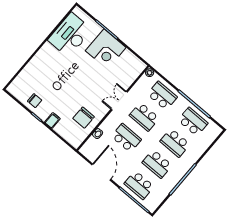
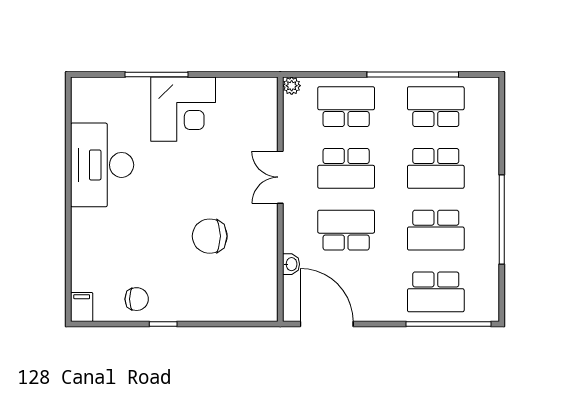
desk: (70, 35) -> (102, 165), moved
chair: (84, 118) -> (210, 236), moved, turned 90
filing cabinet: (52, 120) -> (82, 307), moved
door: (101, 172) -> (327, 324), moved

